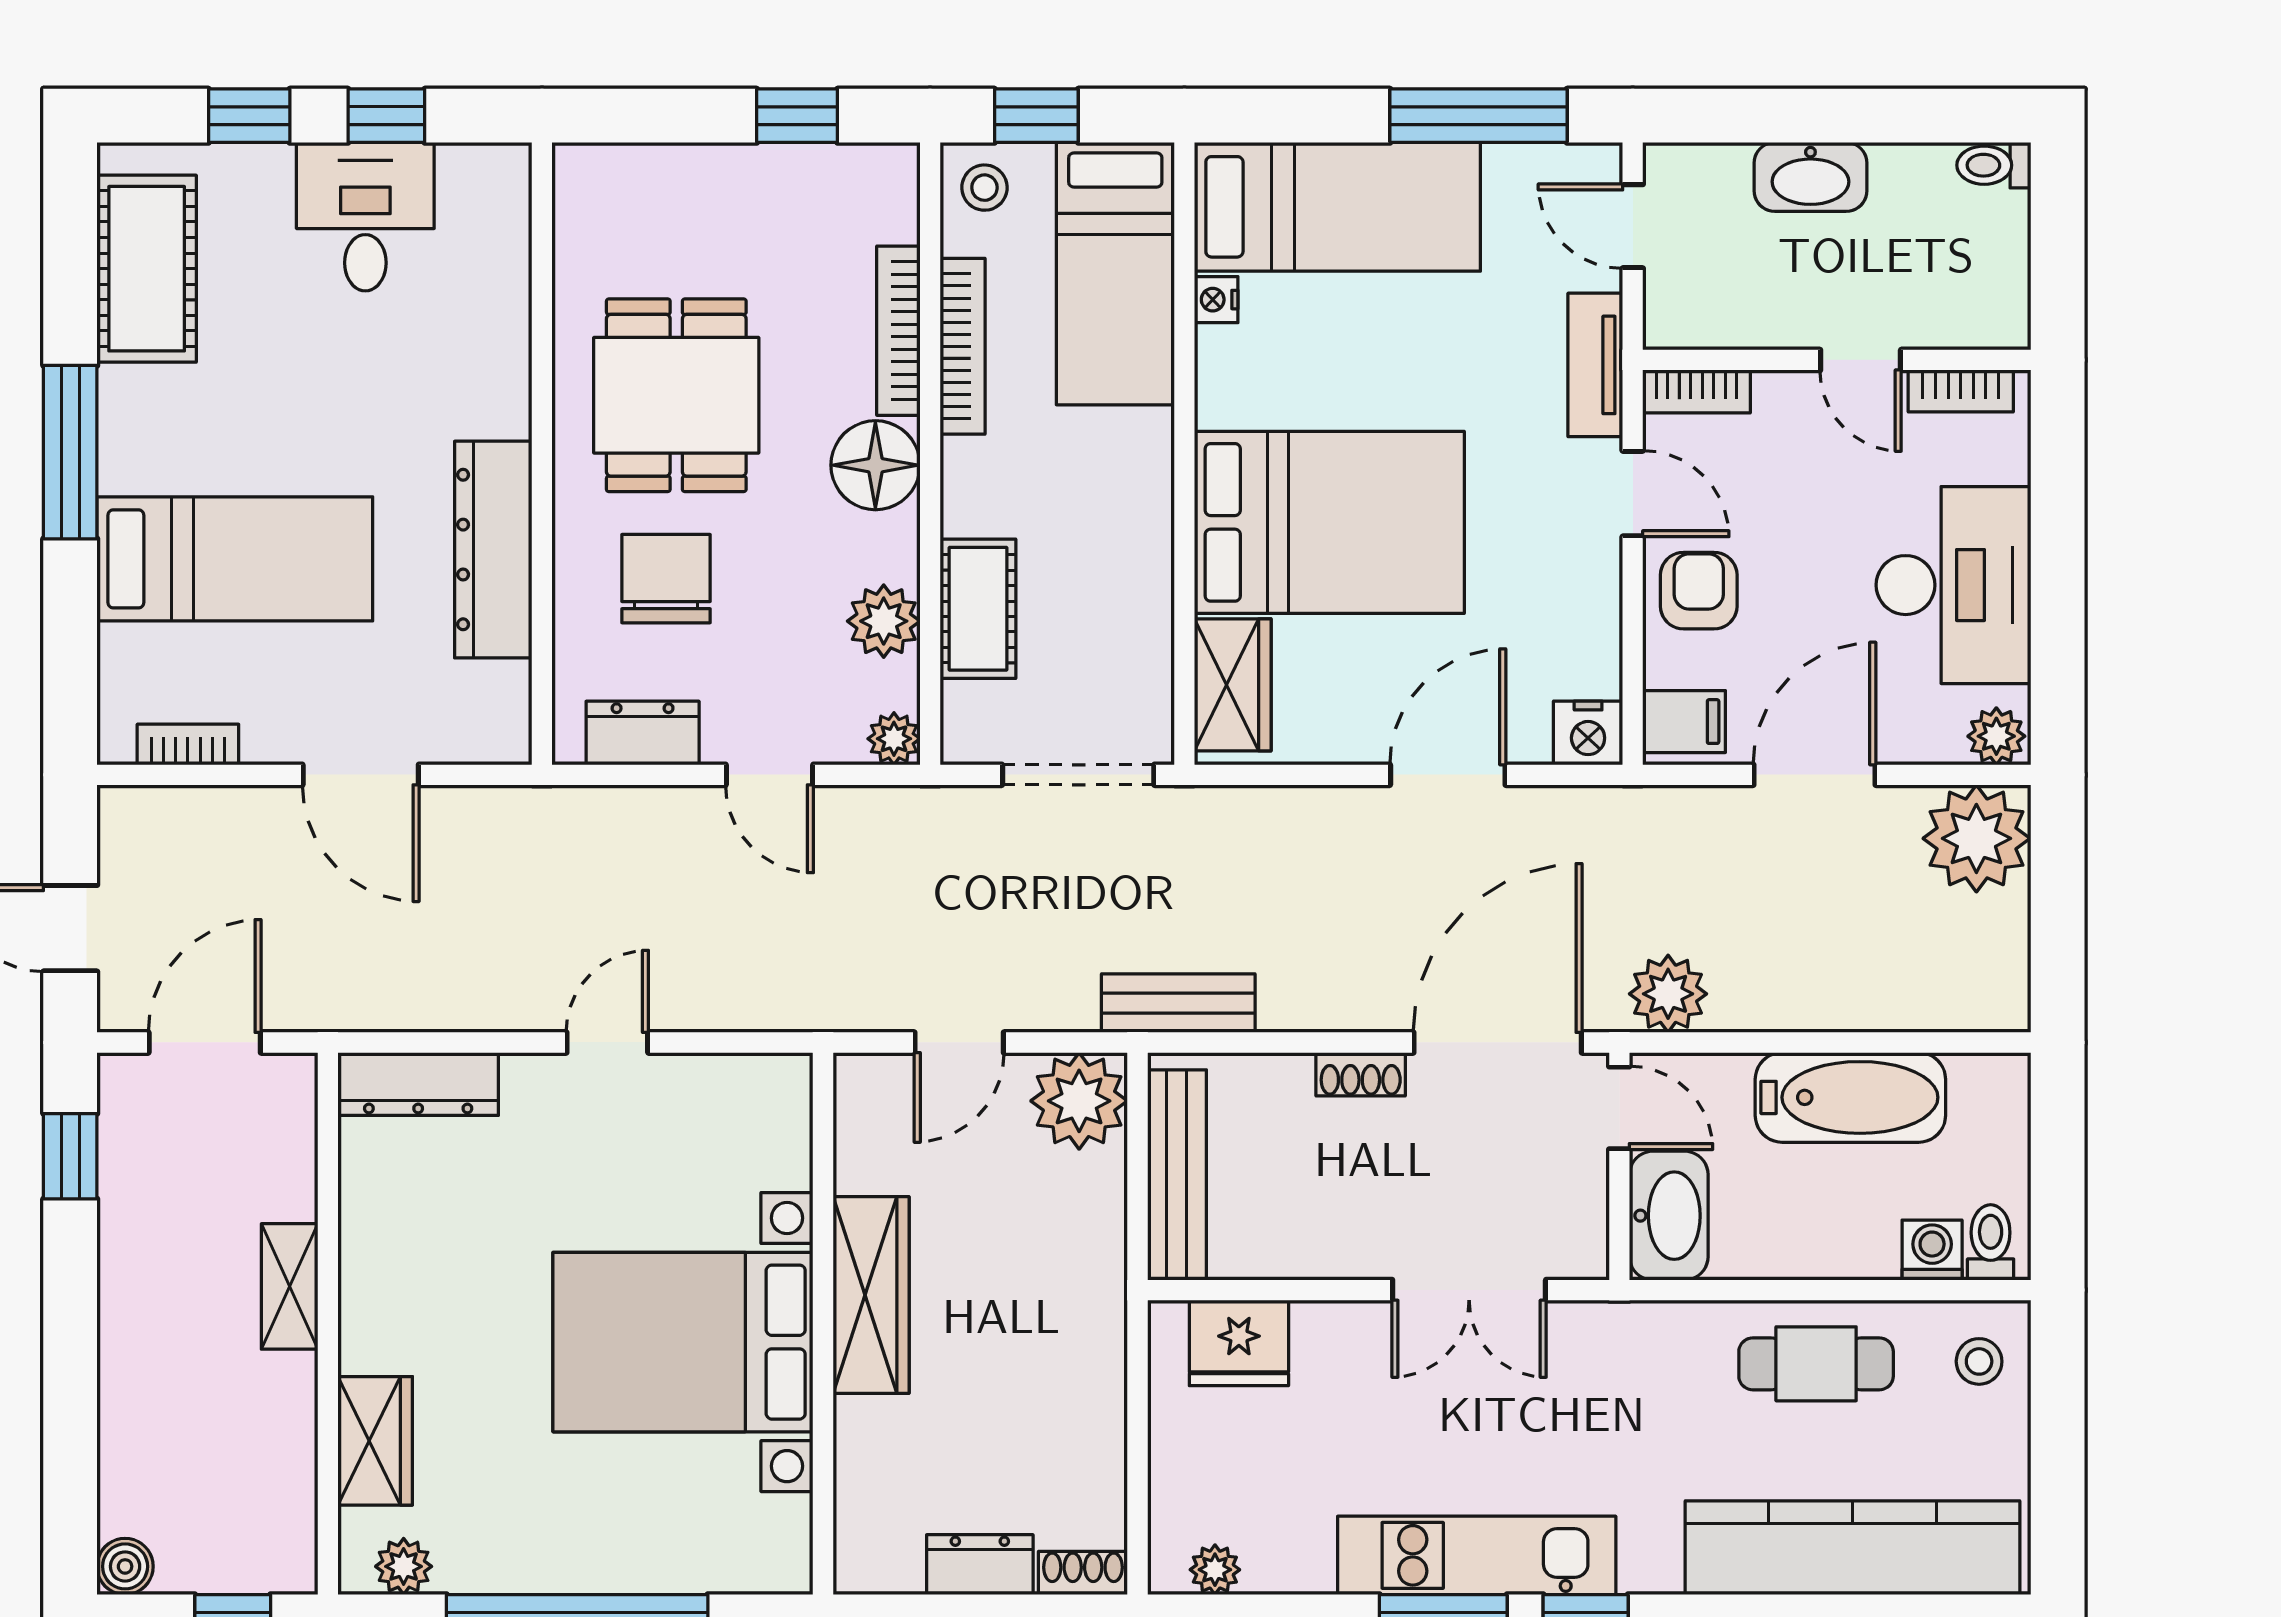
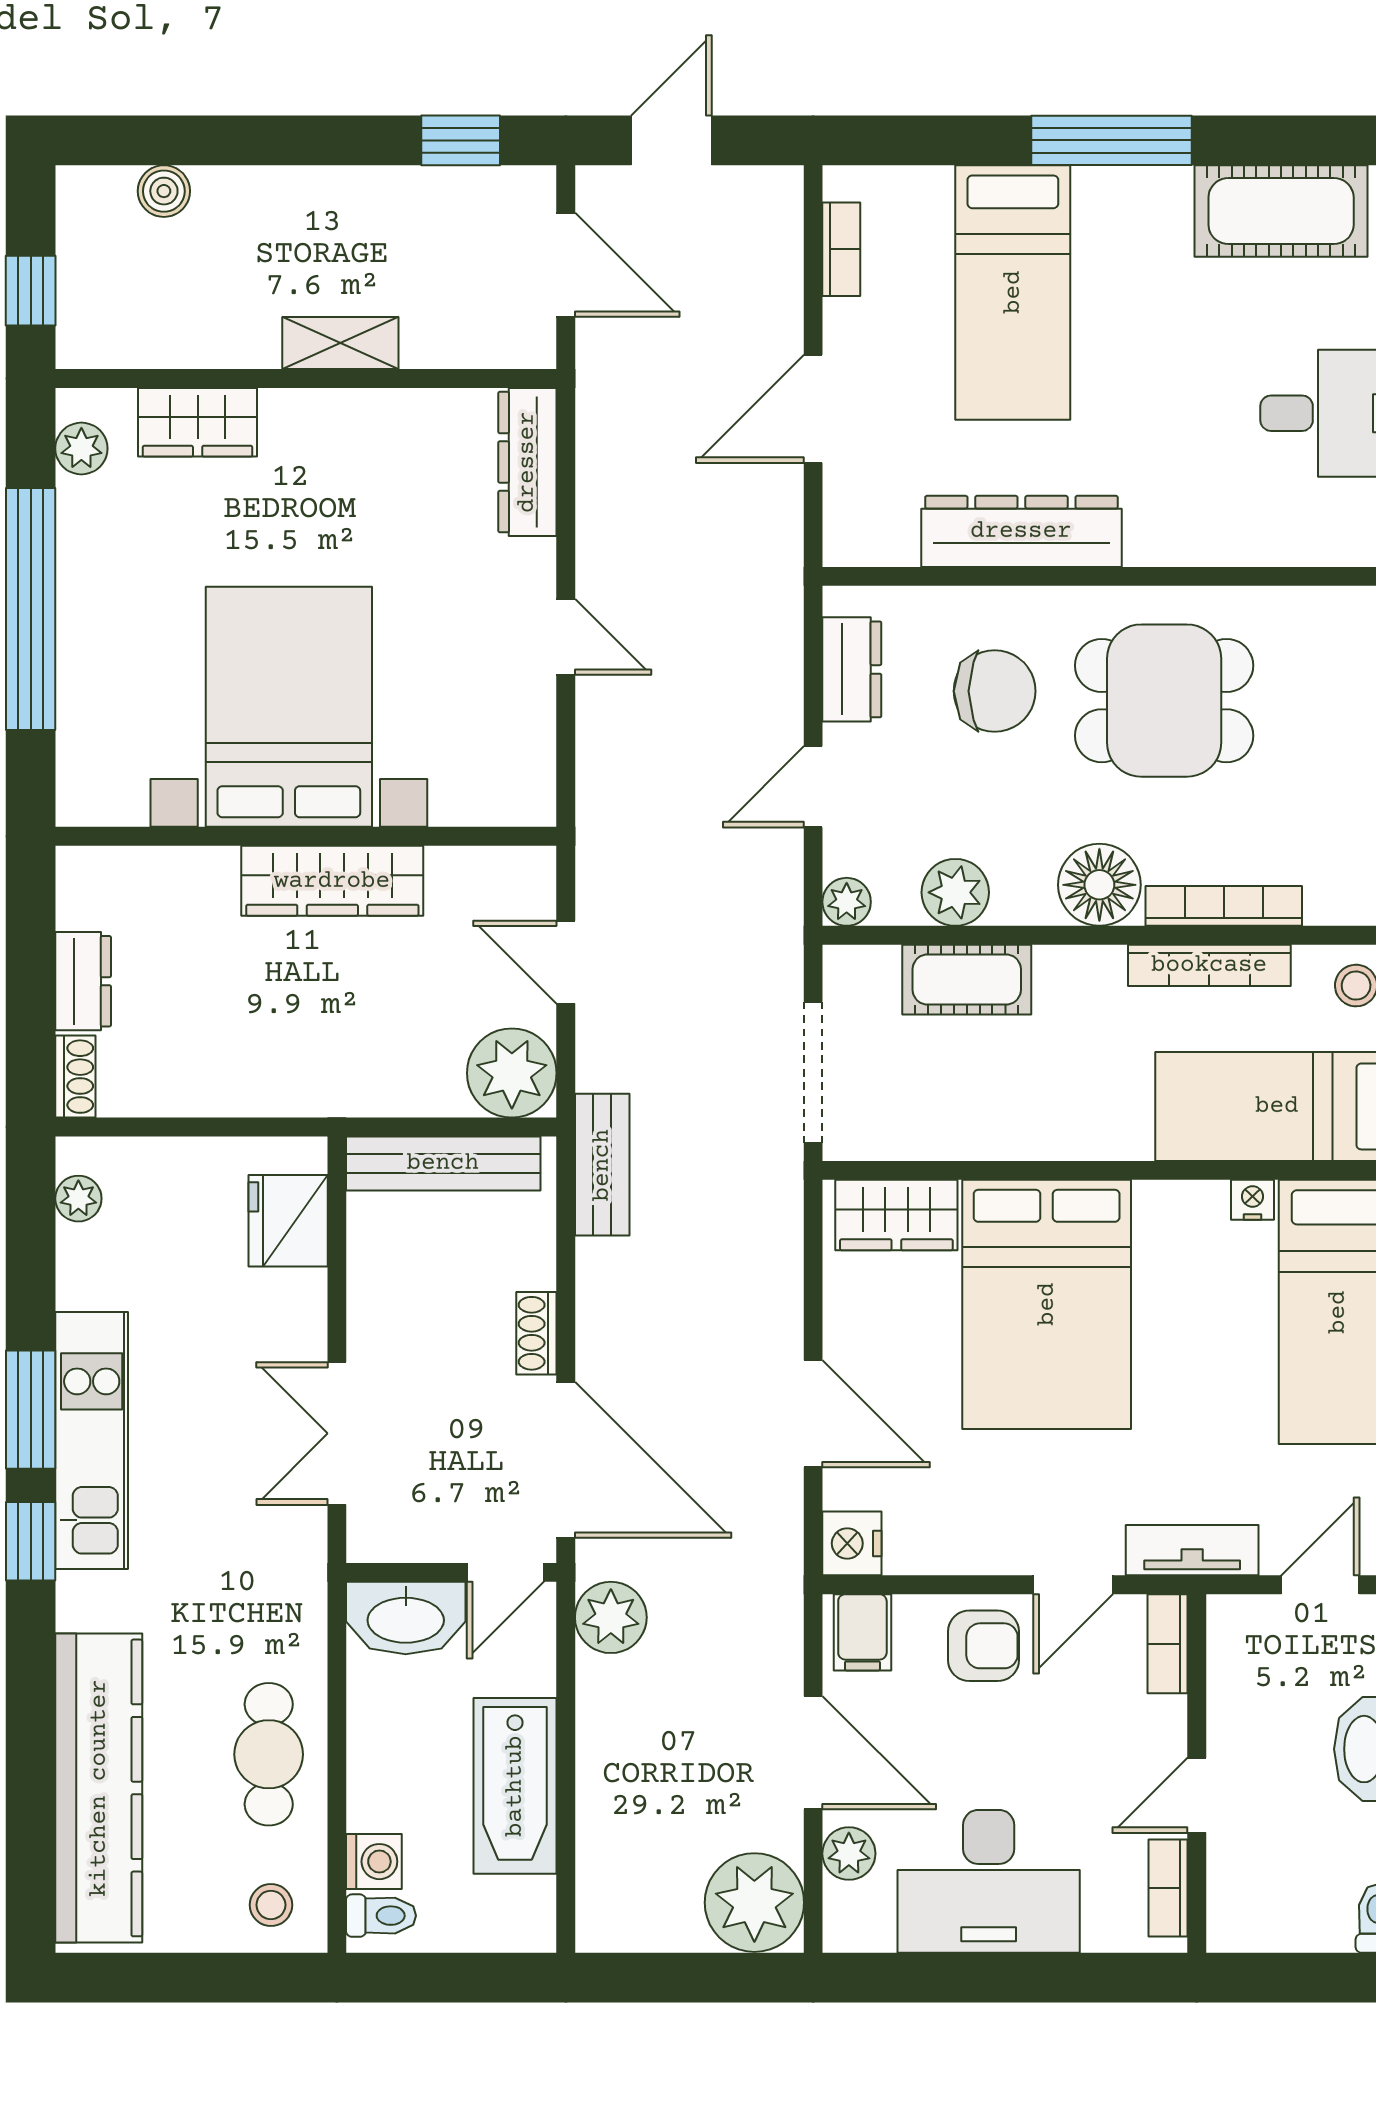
plant: (1996, 736) -> (849, 1854), moved
boiler: (125, 1566) -> (164, 191), moved

